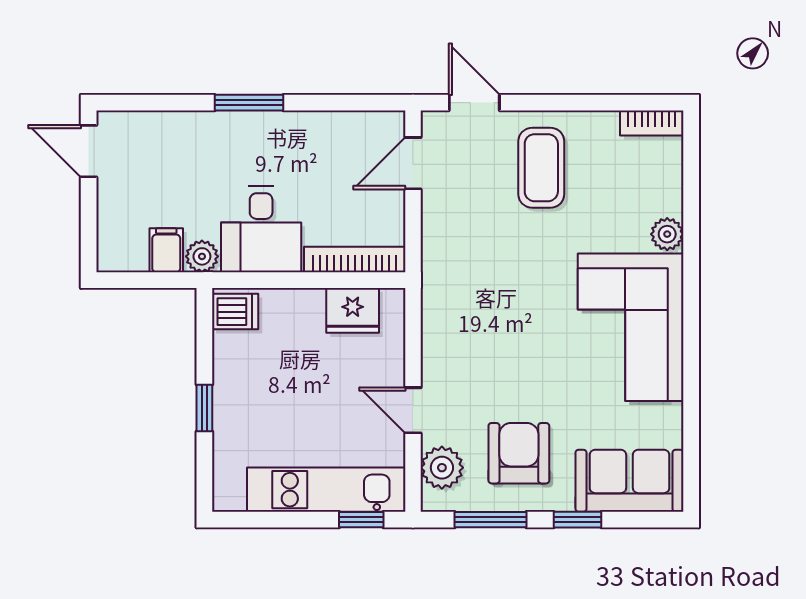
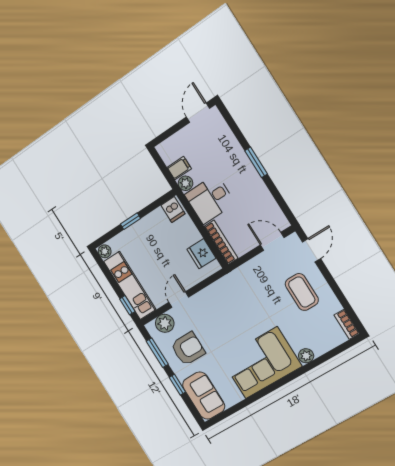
coffee table: (541, 168) -> (302, 292), turned 90
plant: (229, 497) -> (105, 251), added

